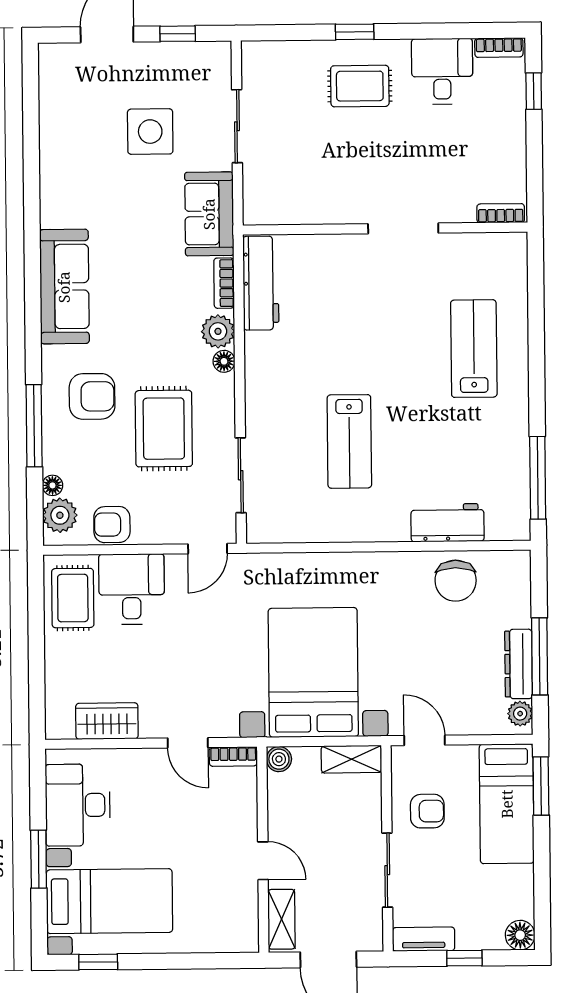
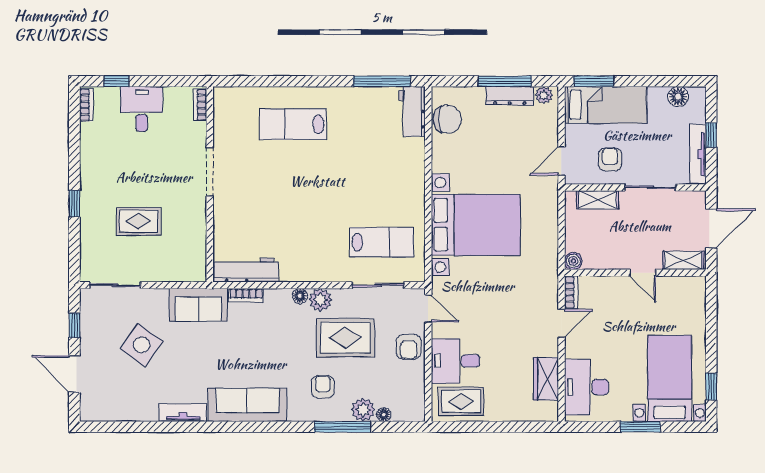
desk: (442, 71) -> (142, 109), moved, turned 90
rug: (360, 86) -> (139, 221), moved, turned 90
sliding door: (237, 126) -> (115, 285), moved
side table: (150, 132) -> (141, 345), turned 36
tv unit: (52, 193) -> (183, 413), added
plant: (218, 331) -> (320, 300), moved
armchair: (92, 396) -> (323, 387), width x0.72, depth x0.72
lab bench: (349, 441) -> (382, 242), moved
plant: (60, 515) -> (363, 410), moved
workbench: (448, 523) -> (412, 112), moved
armchair: (112, 525) -> (409, 347), moved
chair: (456, 581) -> (447, 119), moved
bed with nightstands: (313, 672) -> (476, 225), moved, turned 180
shelving: (351, 759) -> (598, 200), moved, turned 90
desk: (78, 805) -> (587, 387), moved, turned 90
door: (263, 861) -> (643, 273), swing flipped
floor lamp: (520, 935) -> (678, 97), moved
tv unit: (424, 939) -> (698, 154), width x1.41

